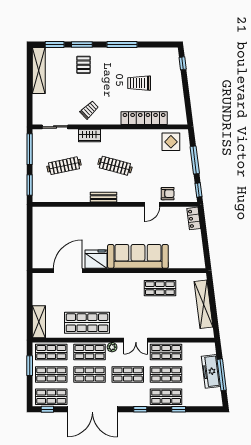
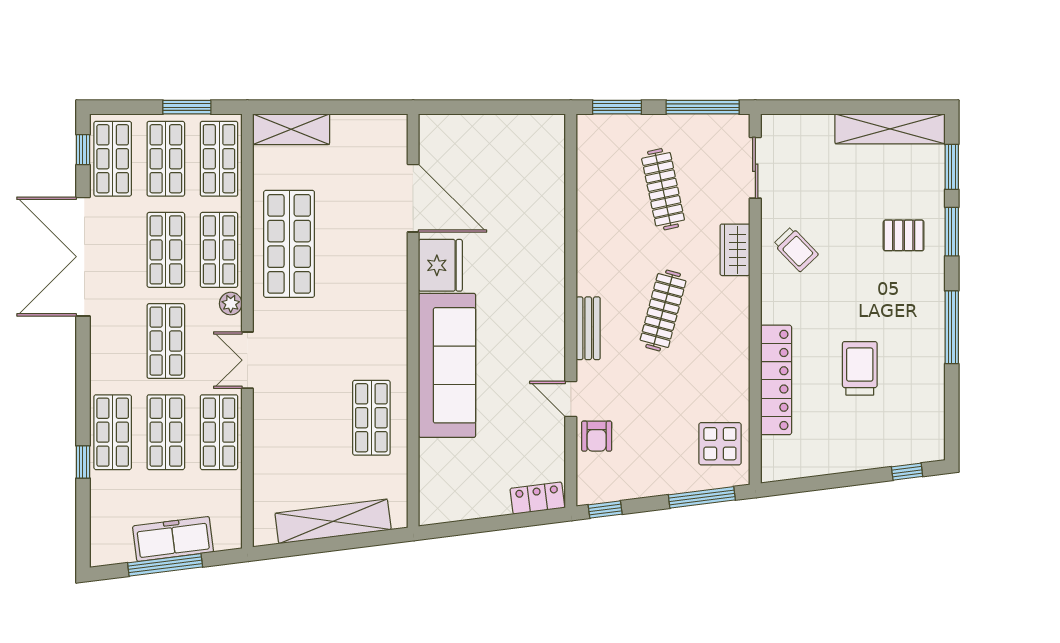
window: (195, 160) -> (702, 497), moved
bench: (103, 197) -> (588, 328), moved
window: (140, 409) -> (83, 371), removed

